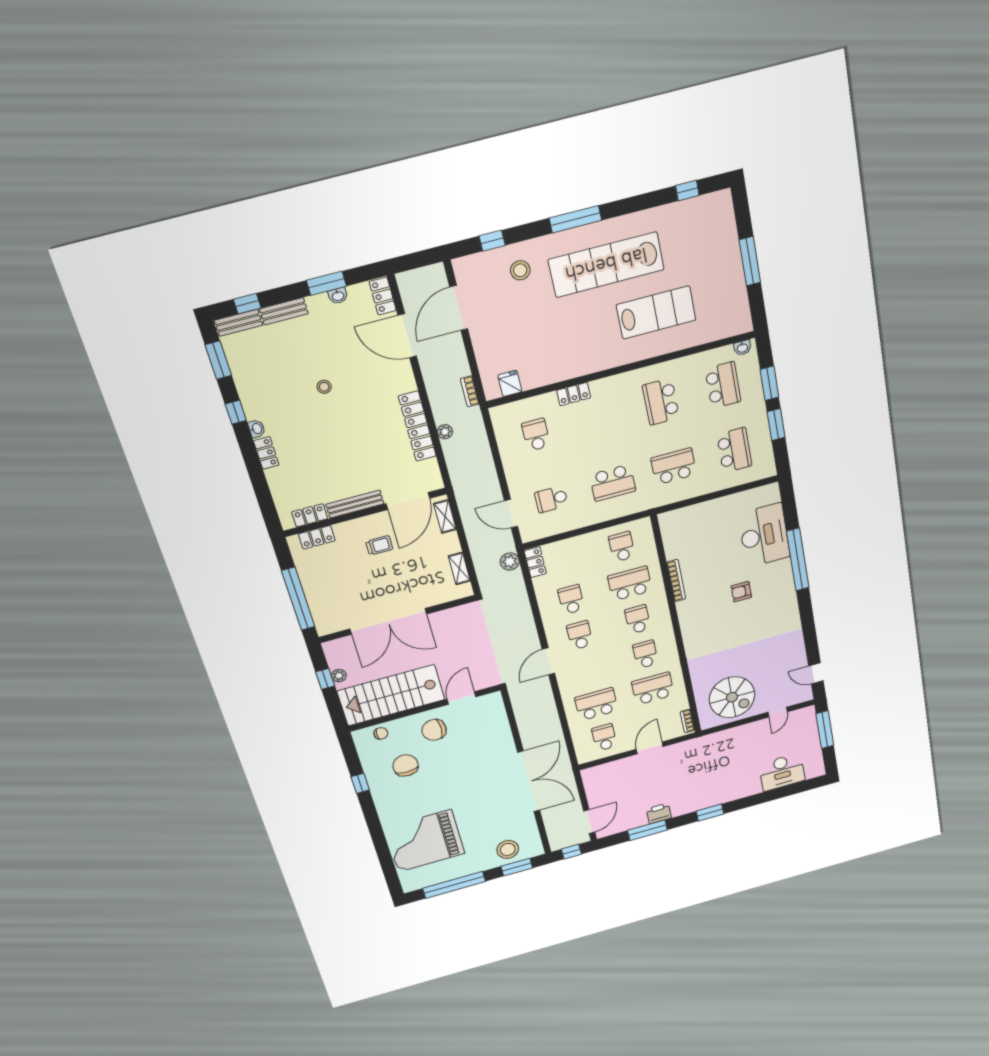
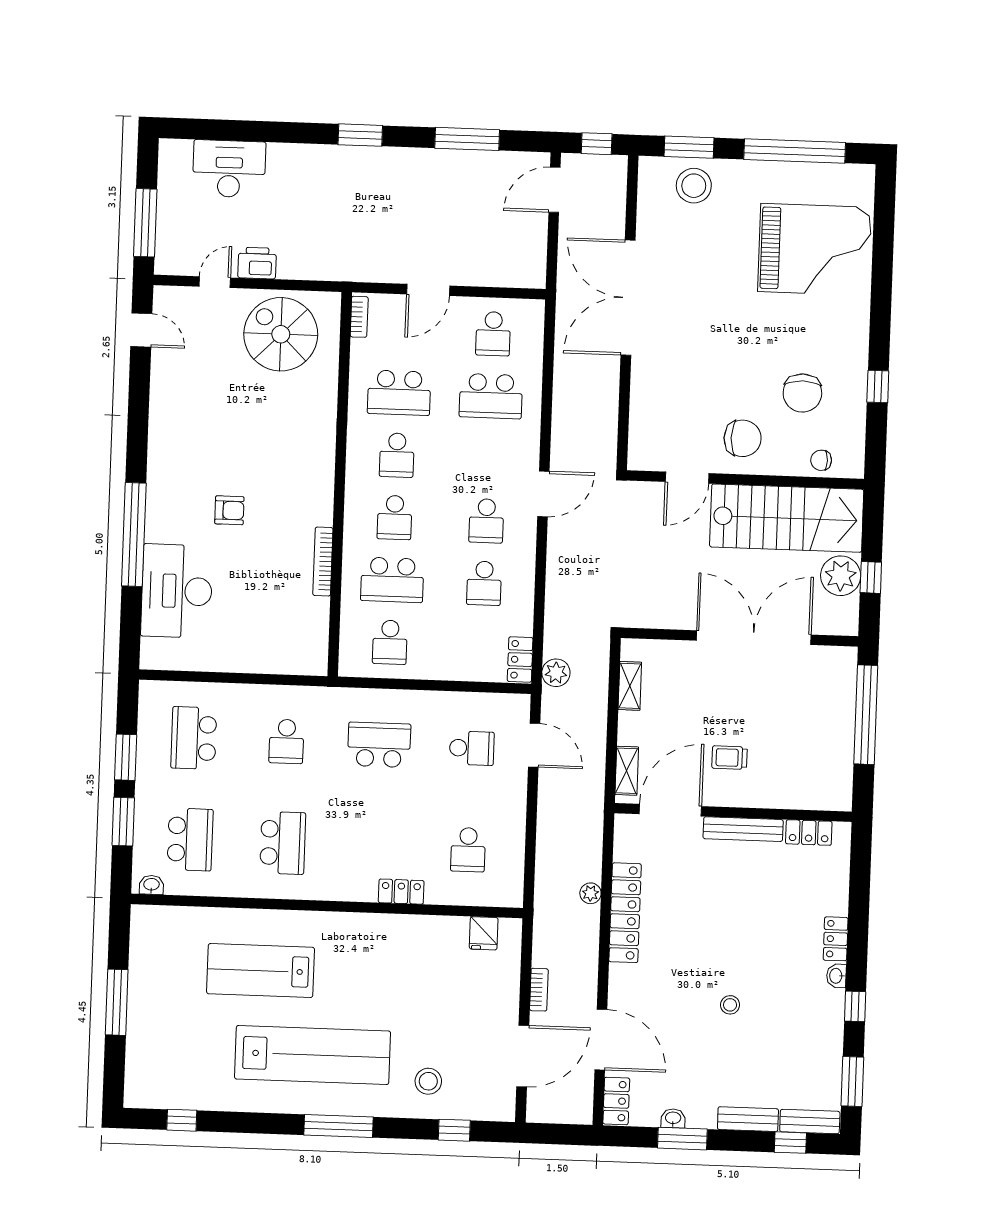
school desk: (723, 385) -> (190, 839), turned 180
bookcase: (470, 391) -> (539, 990), moved
school desk: (674, 466) -> (286, 741), width x0.54
locker: (317, 537) -> (810, 798), removed
plant: (339, 676) -> (841, 576), width x1.88, depth x1.88
printer: (659, 813) -> (257, 263), moved, turned 180

